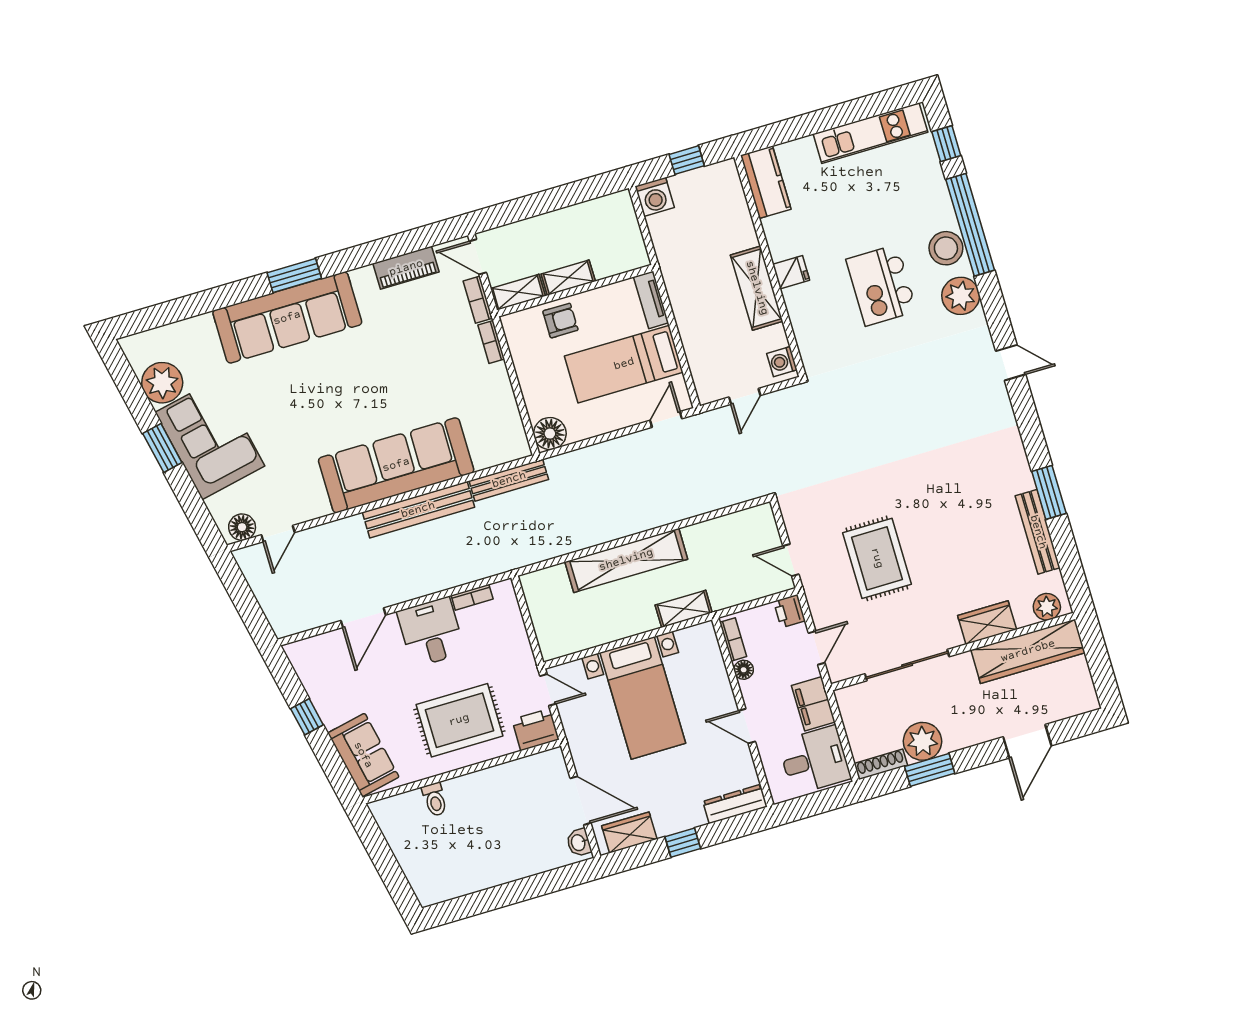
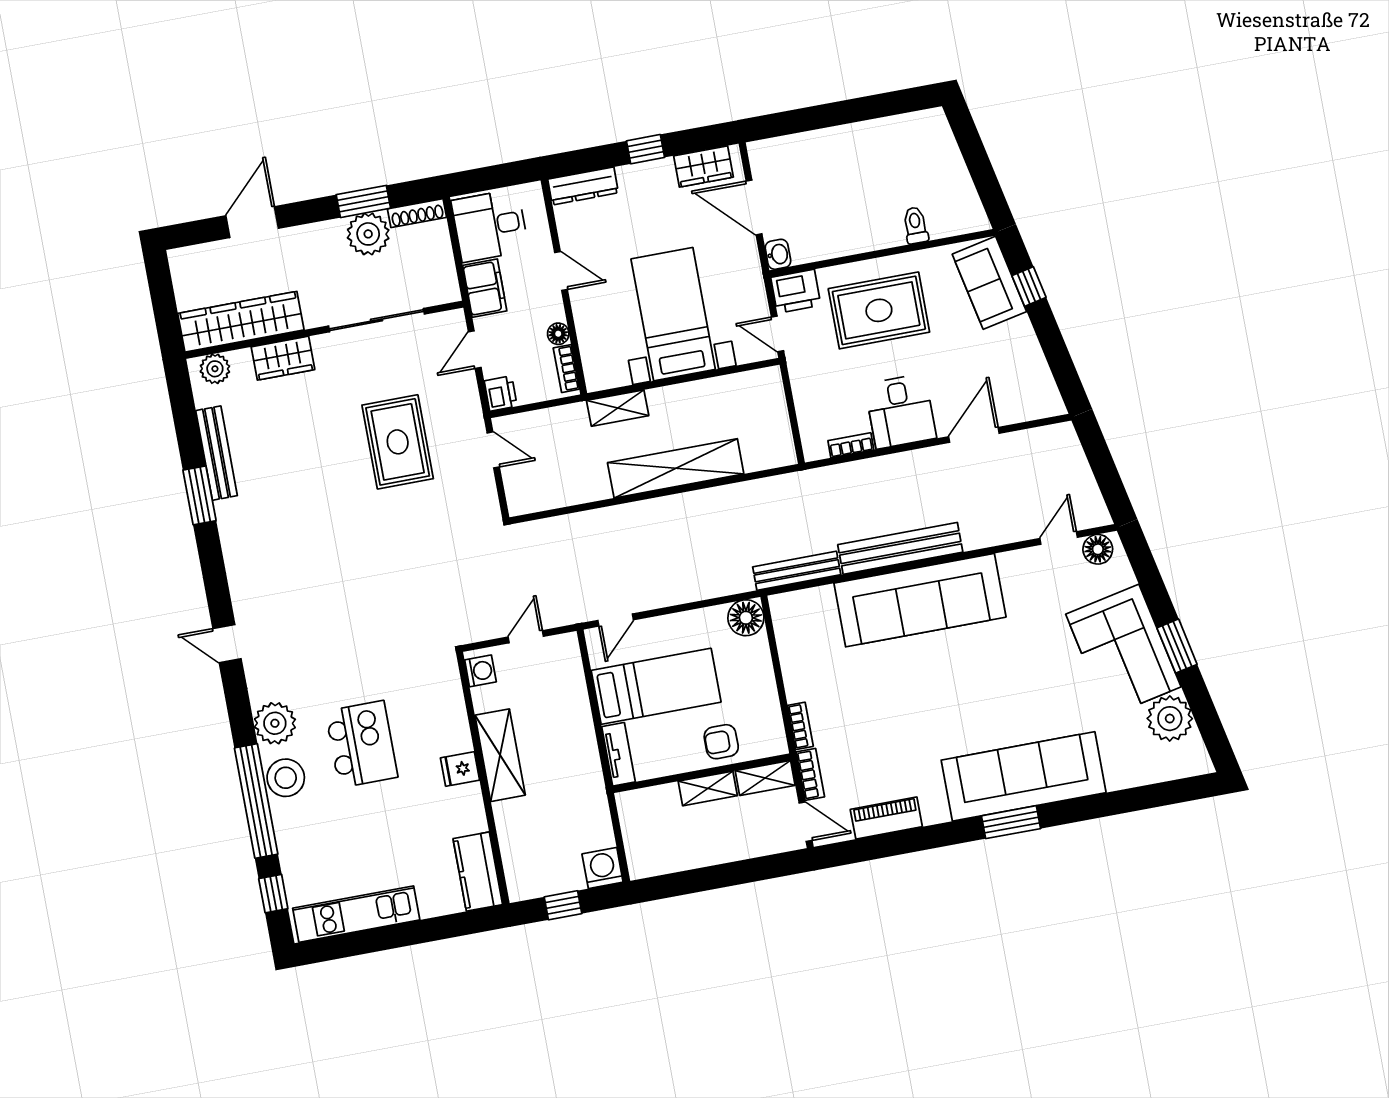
window: (307, 717) -> (1029, 286), moved
washbasin: (579, 843) -> (778, 254), moved

